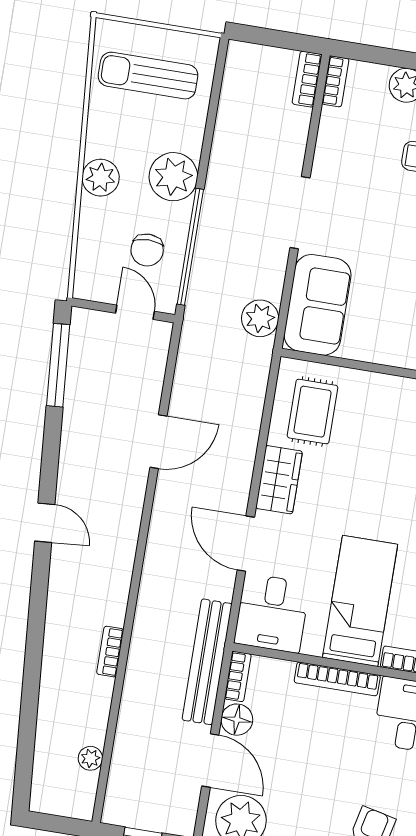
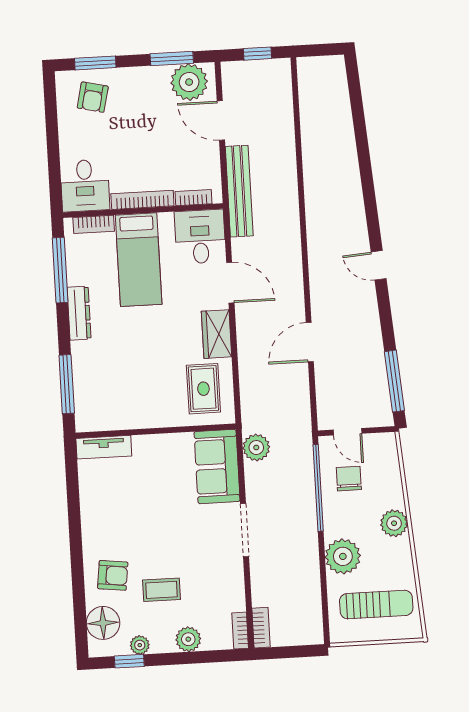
plant: (173, 177) -> (343, 556), moved
bookcase: (110, 652) -> (311, 183), removed
bookcase: (238, 676) -> (193, 198), moved, turned 90
floor lamp: (237, 720) -> (208, 154), removed
plant: (90, 758) -> (308, 103), removed

